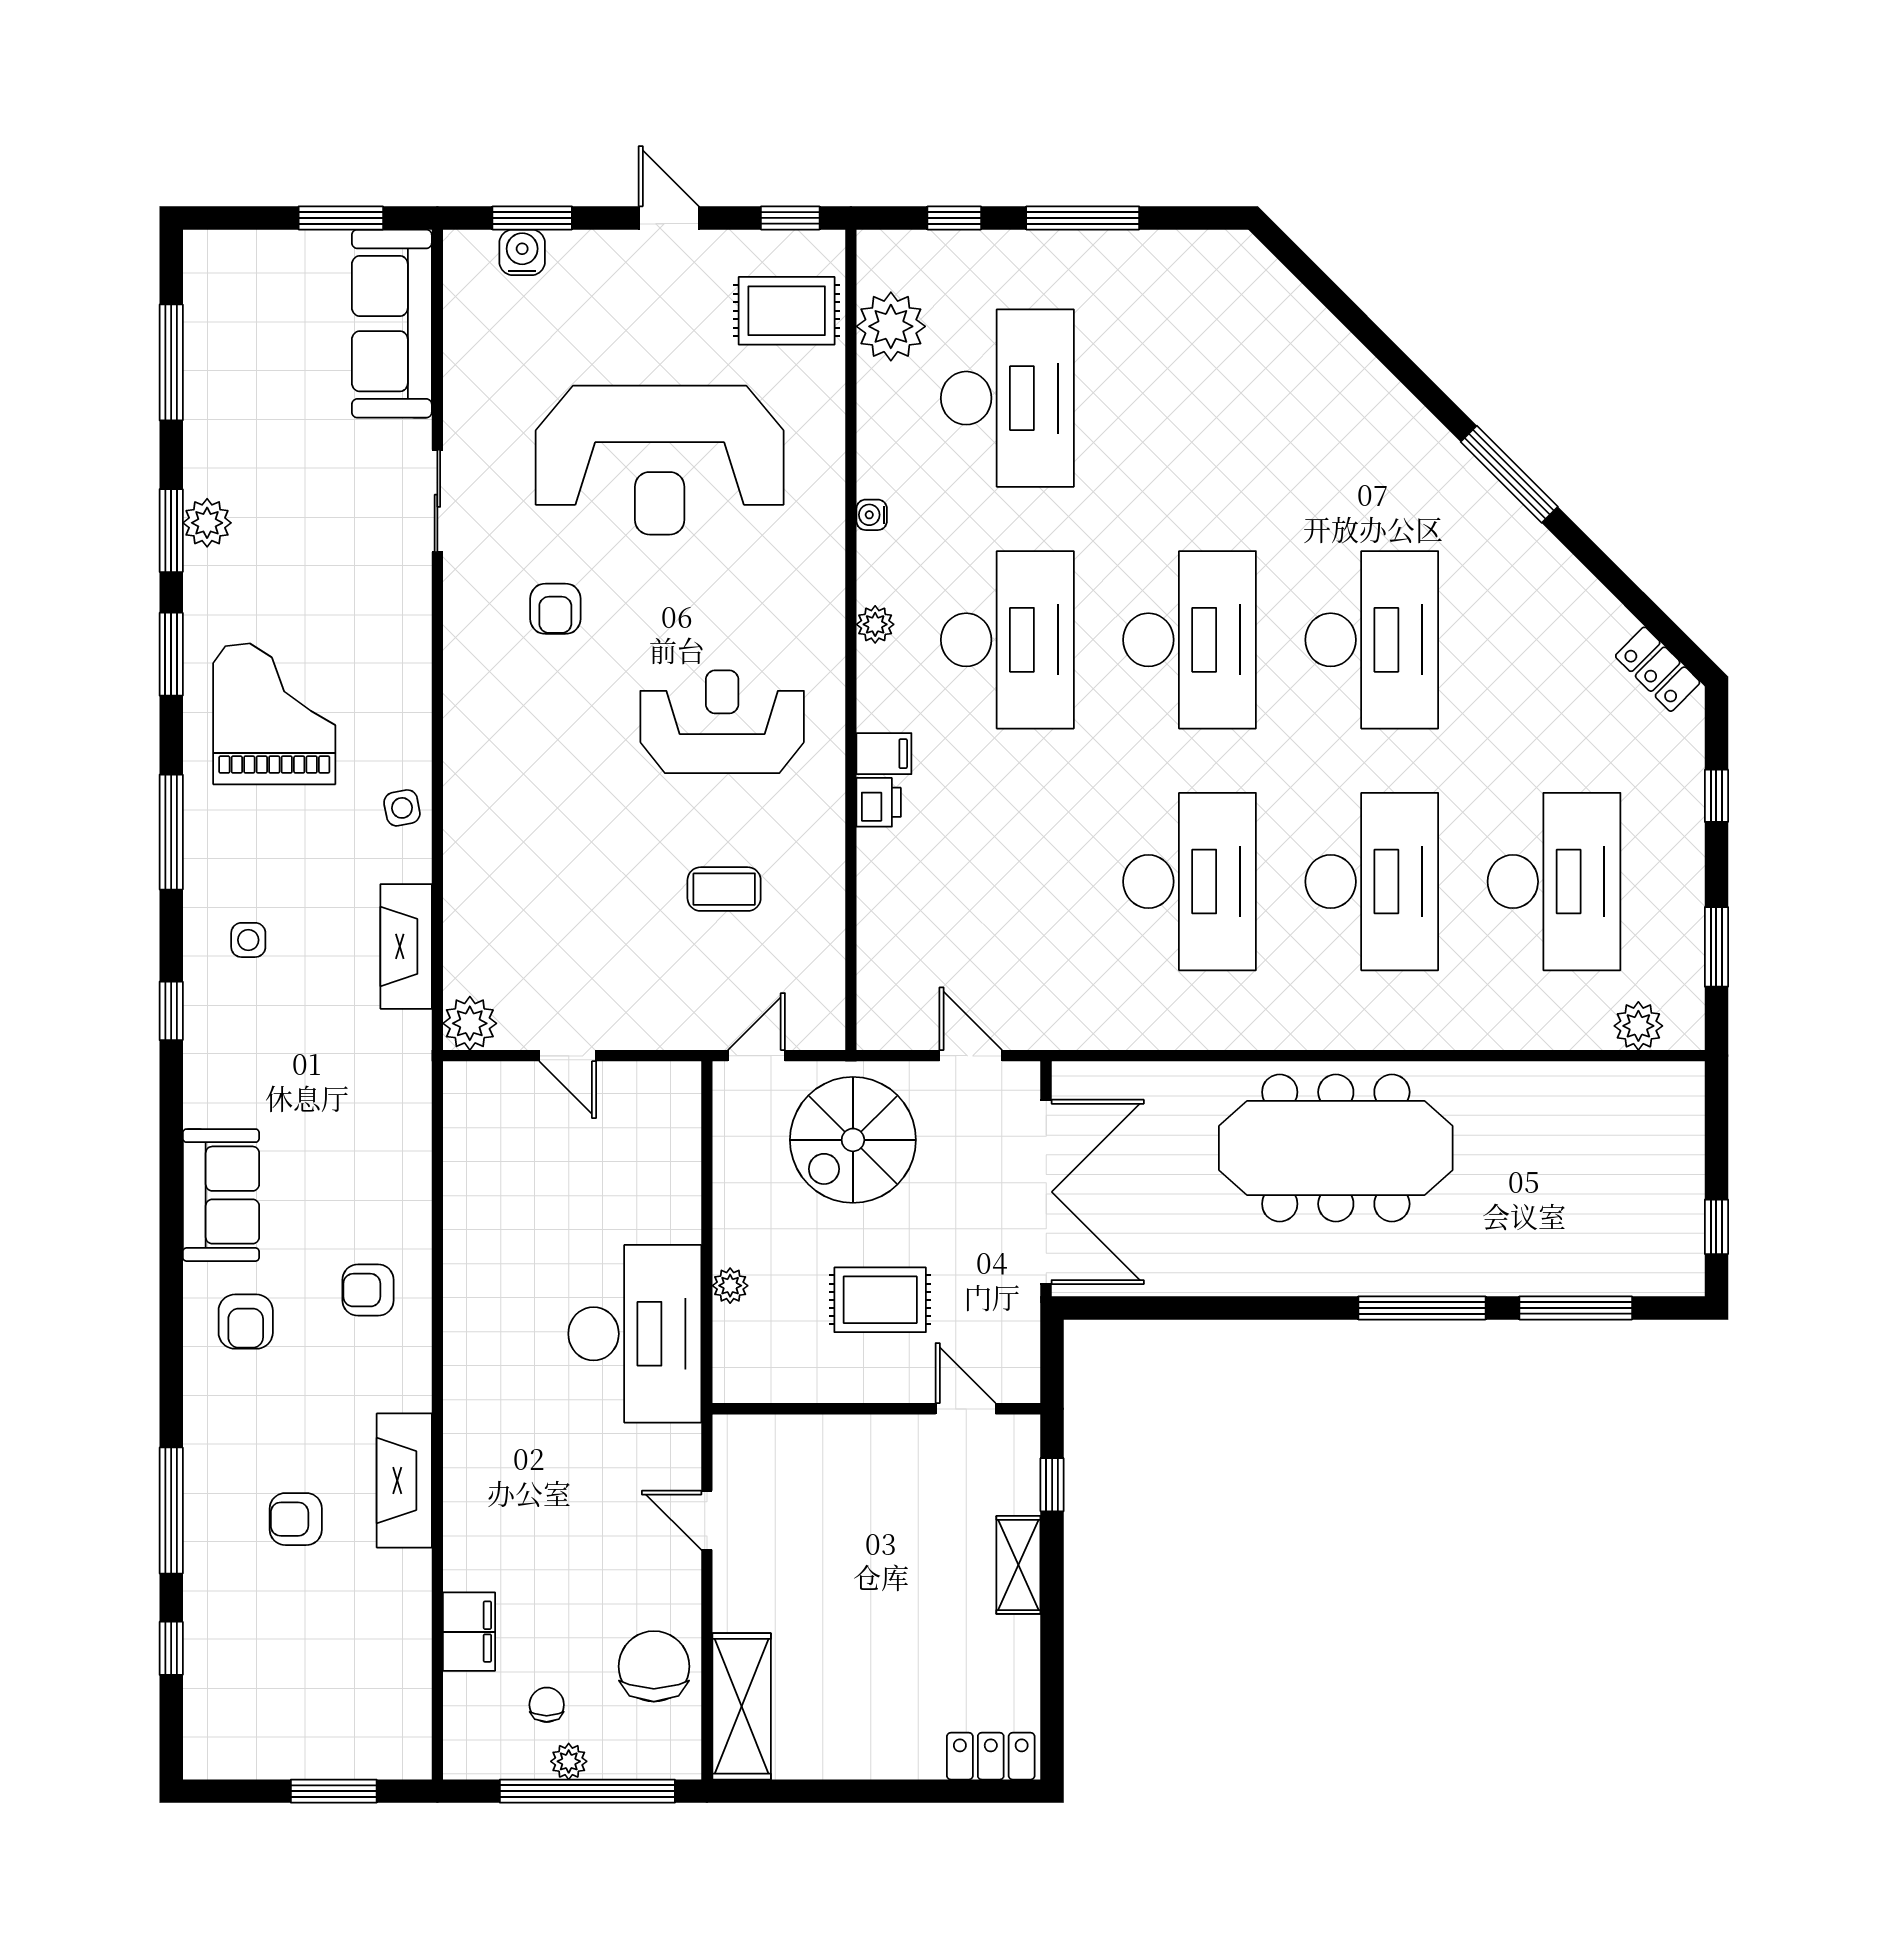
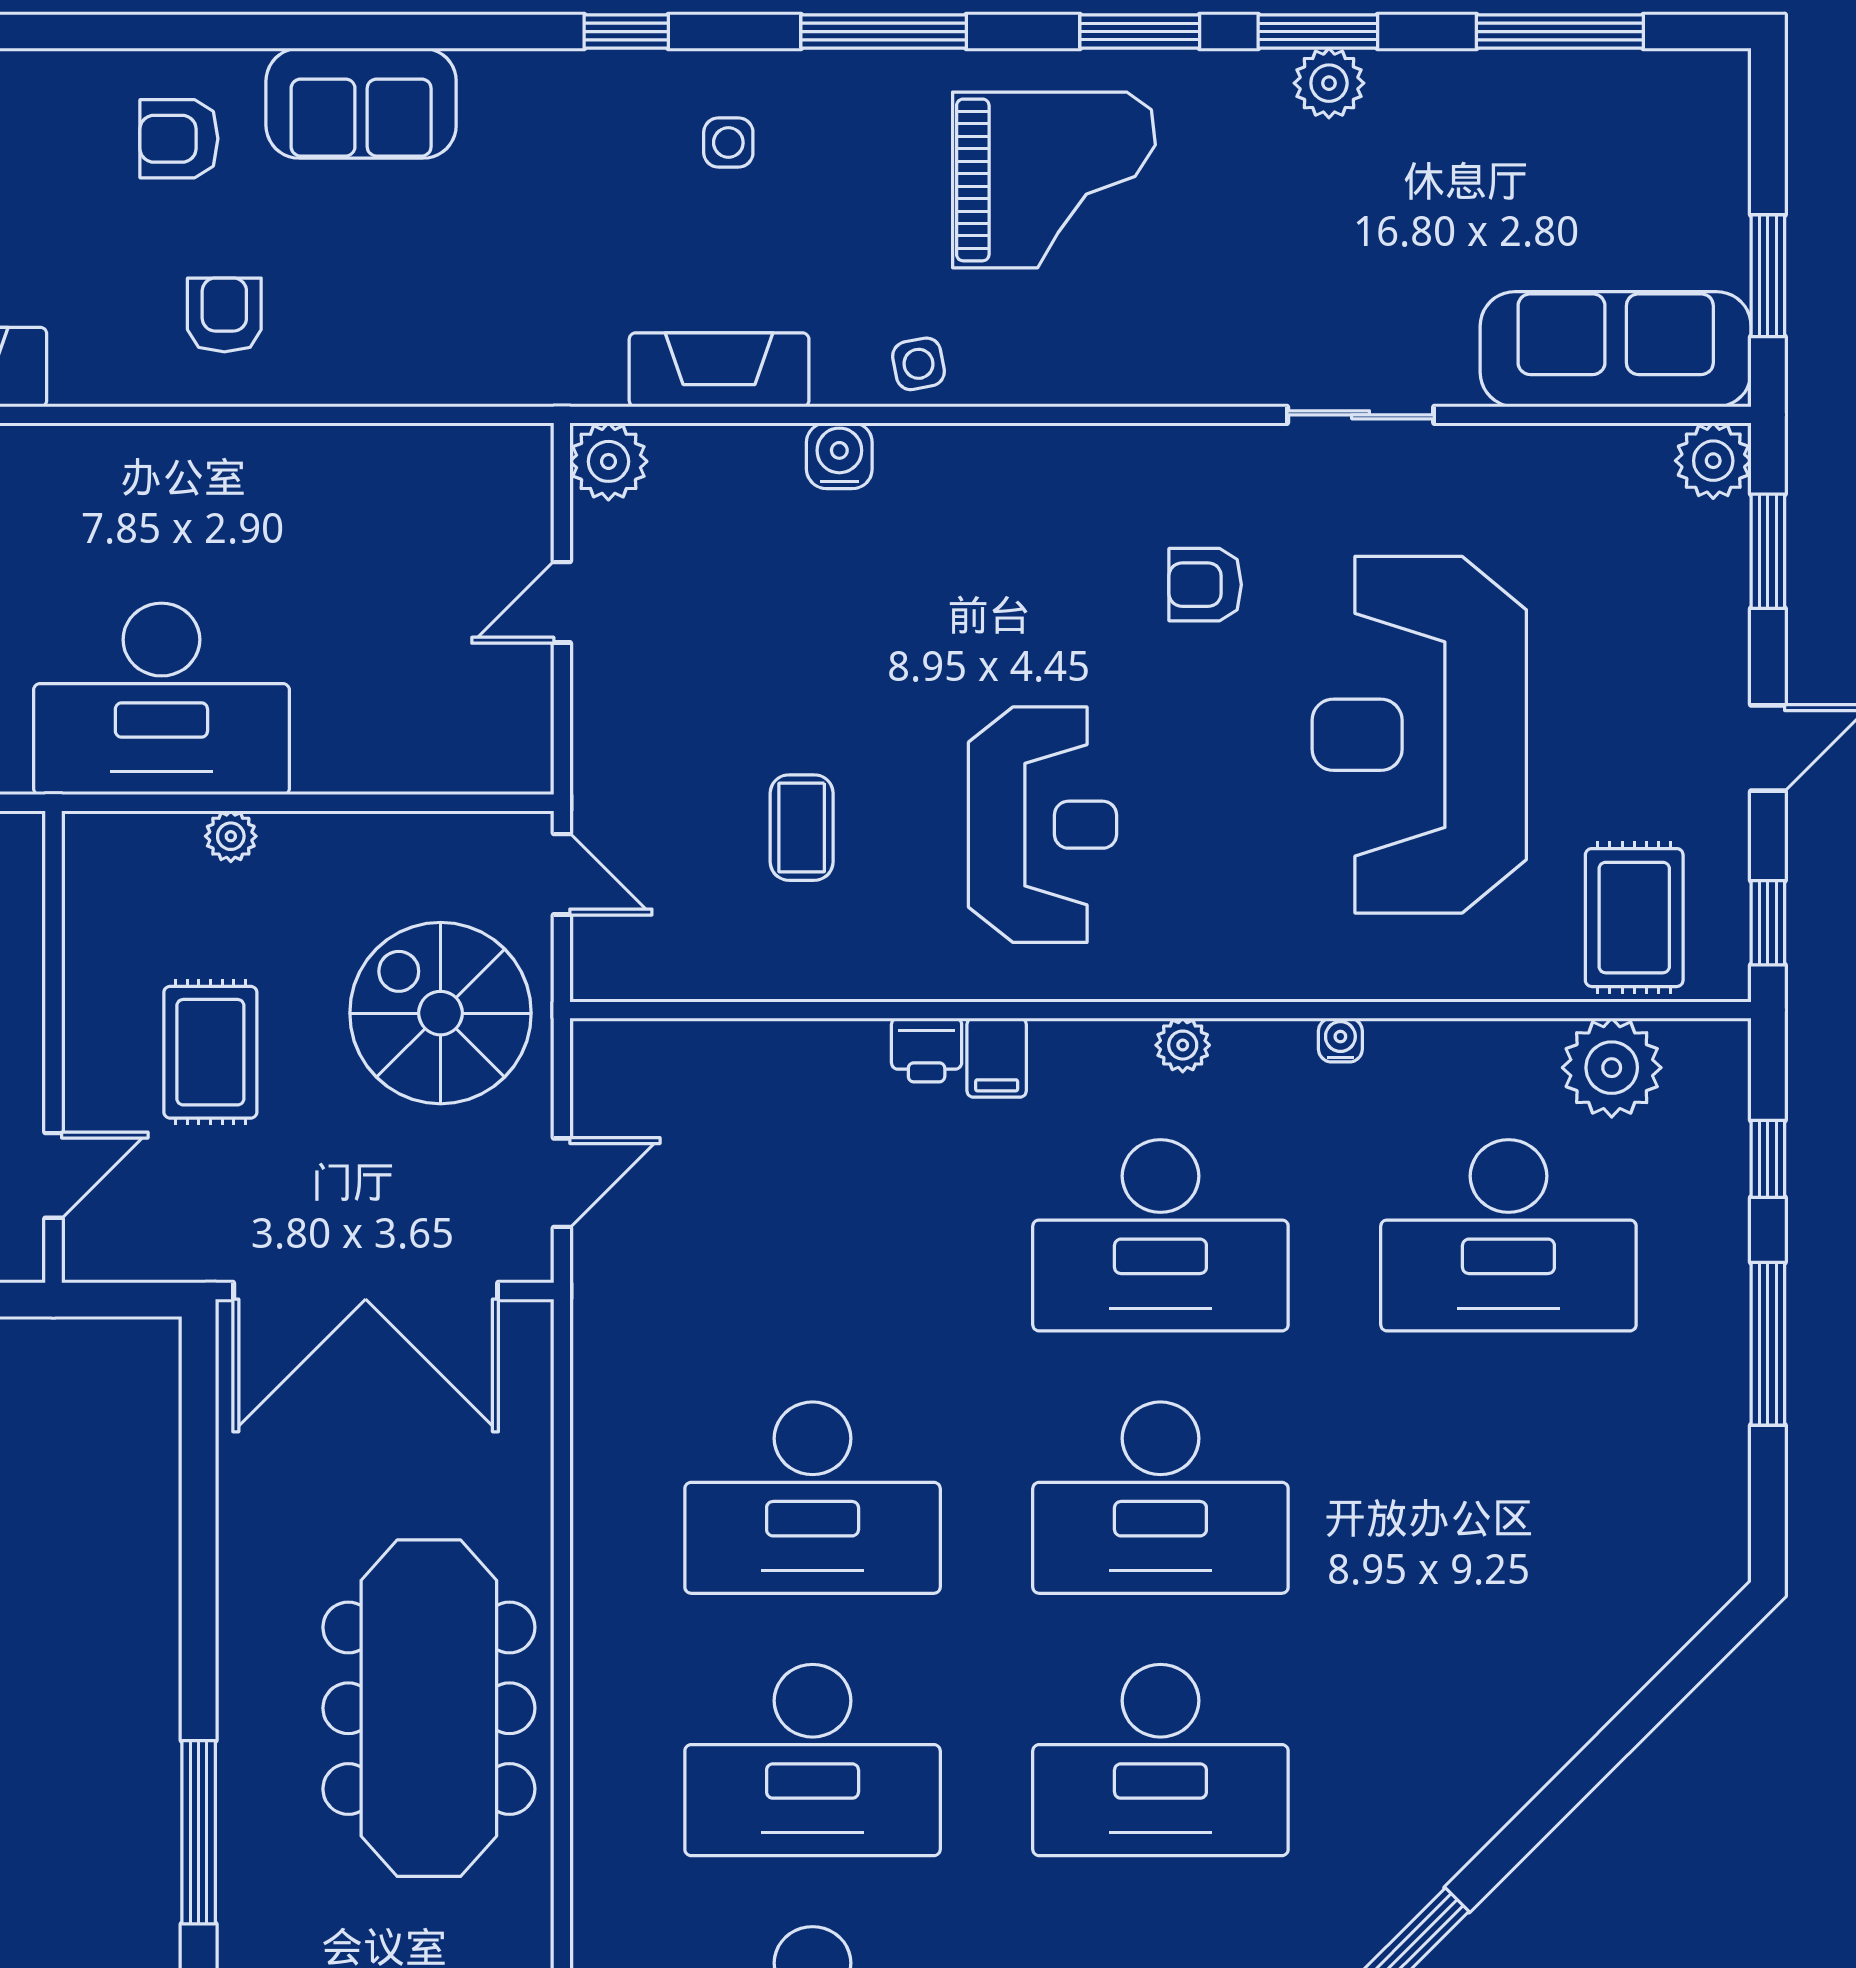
water cooler: (522, 252) -> (839, 456), moved, turned -90
plant: (469, 256) -> (1713, 461), added

